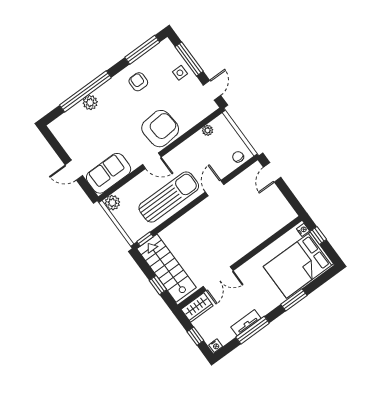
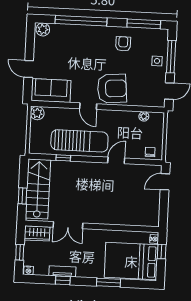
plant: (90, 103) -> (43, 29), moved
window: (145, 239) -> (63, 158), moved
window: (253, 330) -> (63, 280), width x0.46

